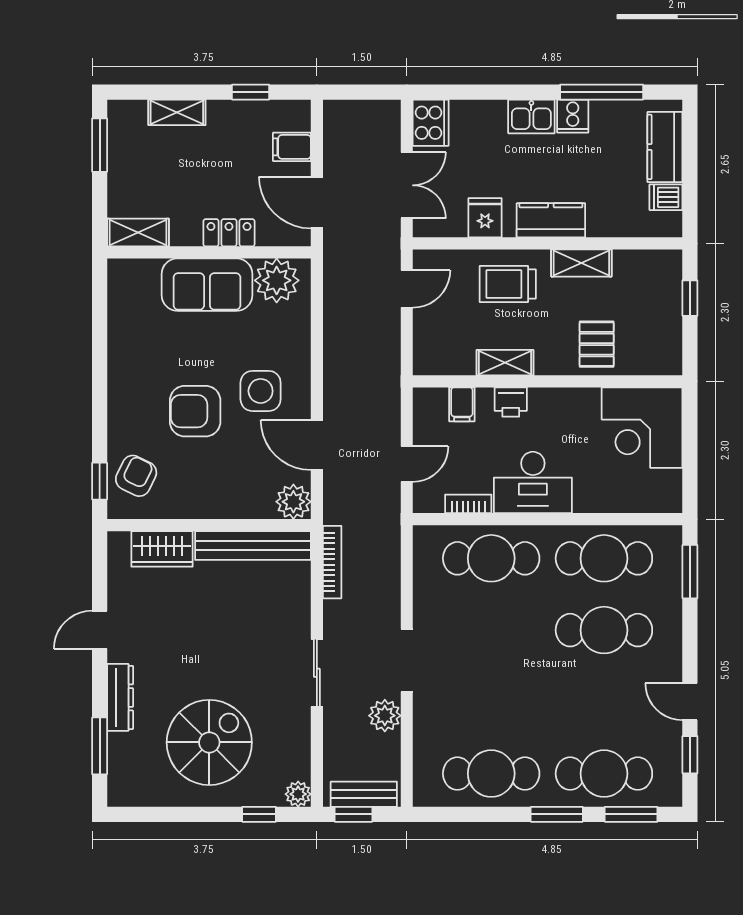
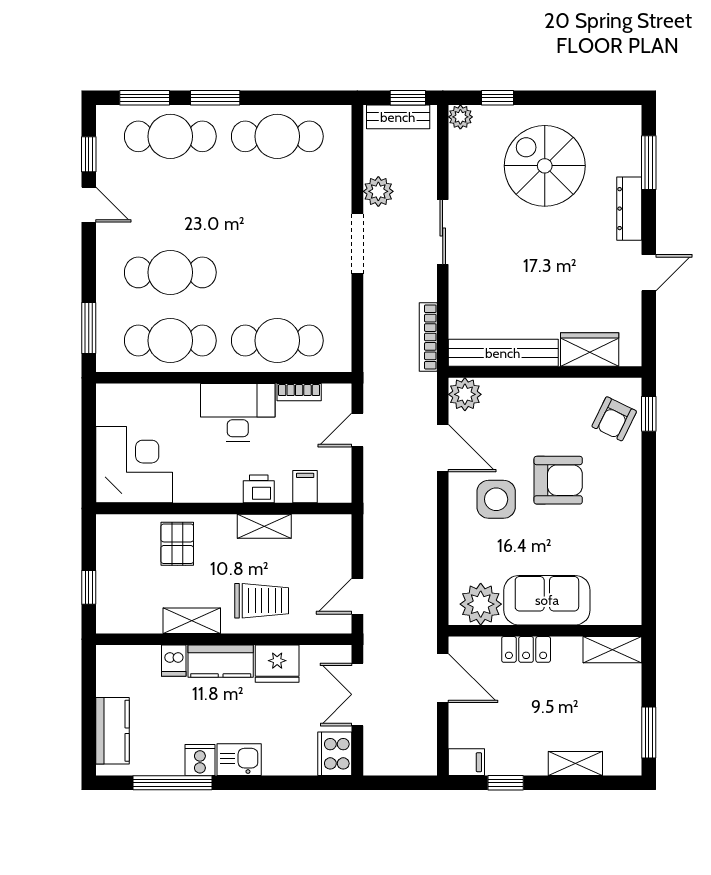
filing cabinet: (292, 147) -> (466, 762), moved
dishwasher: (666, 197) -> (174, 661), moved, turned 90
fridge: (485, 218) -> (277, 664), width x1.38
spiral stairs: (209, 742) -> (545, 166), turned 90

